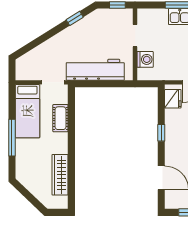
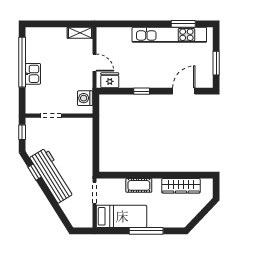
washing machine: (145, 59) -> (85, 98), moved, turned -90
workbench: (95, 70) -> (52, 175), moved, turned 148
cot: (60, 118) -> (139, 185), moved

